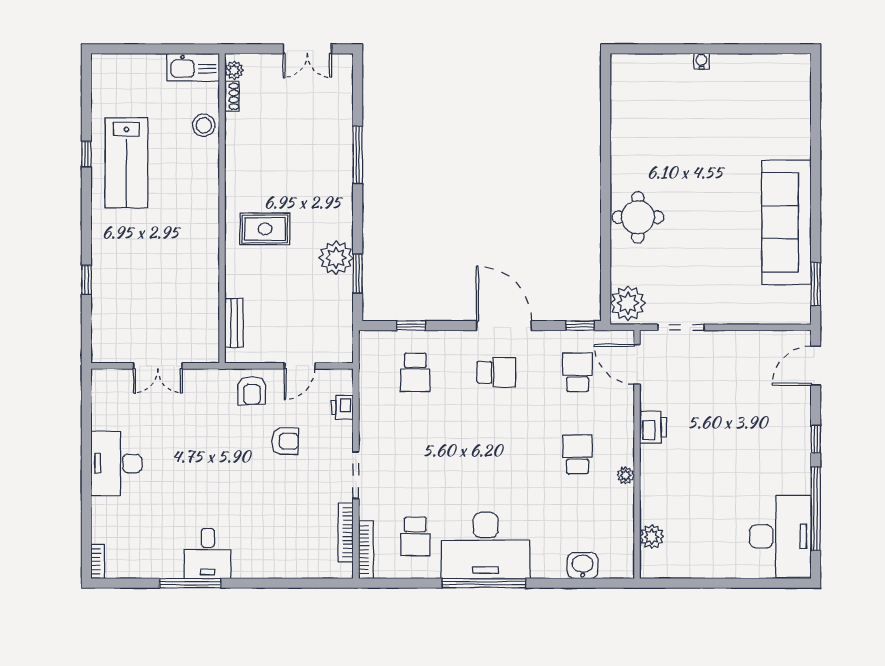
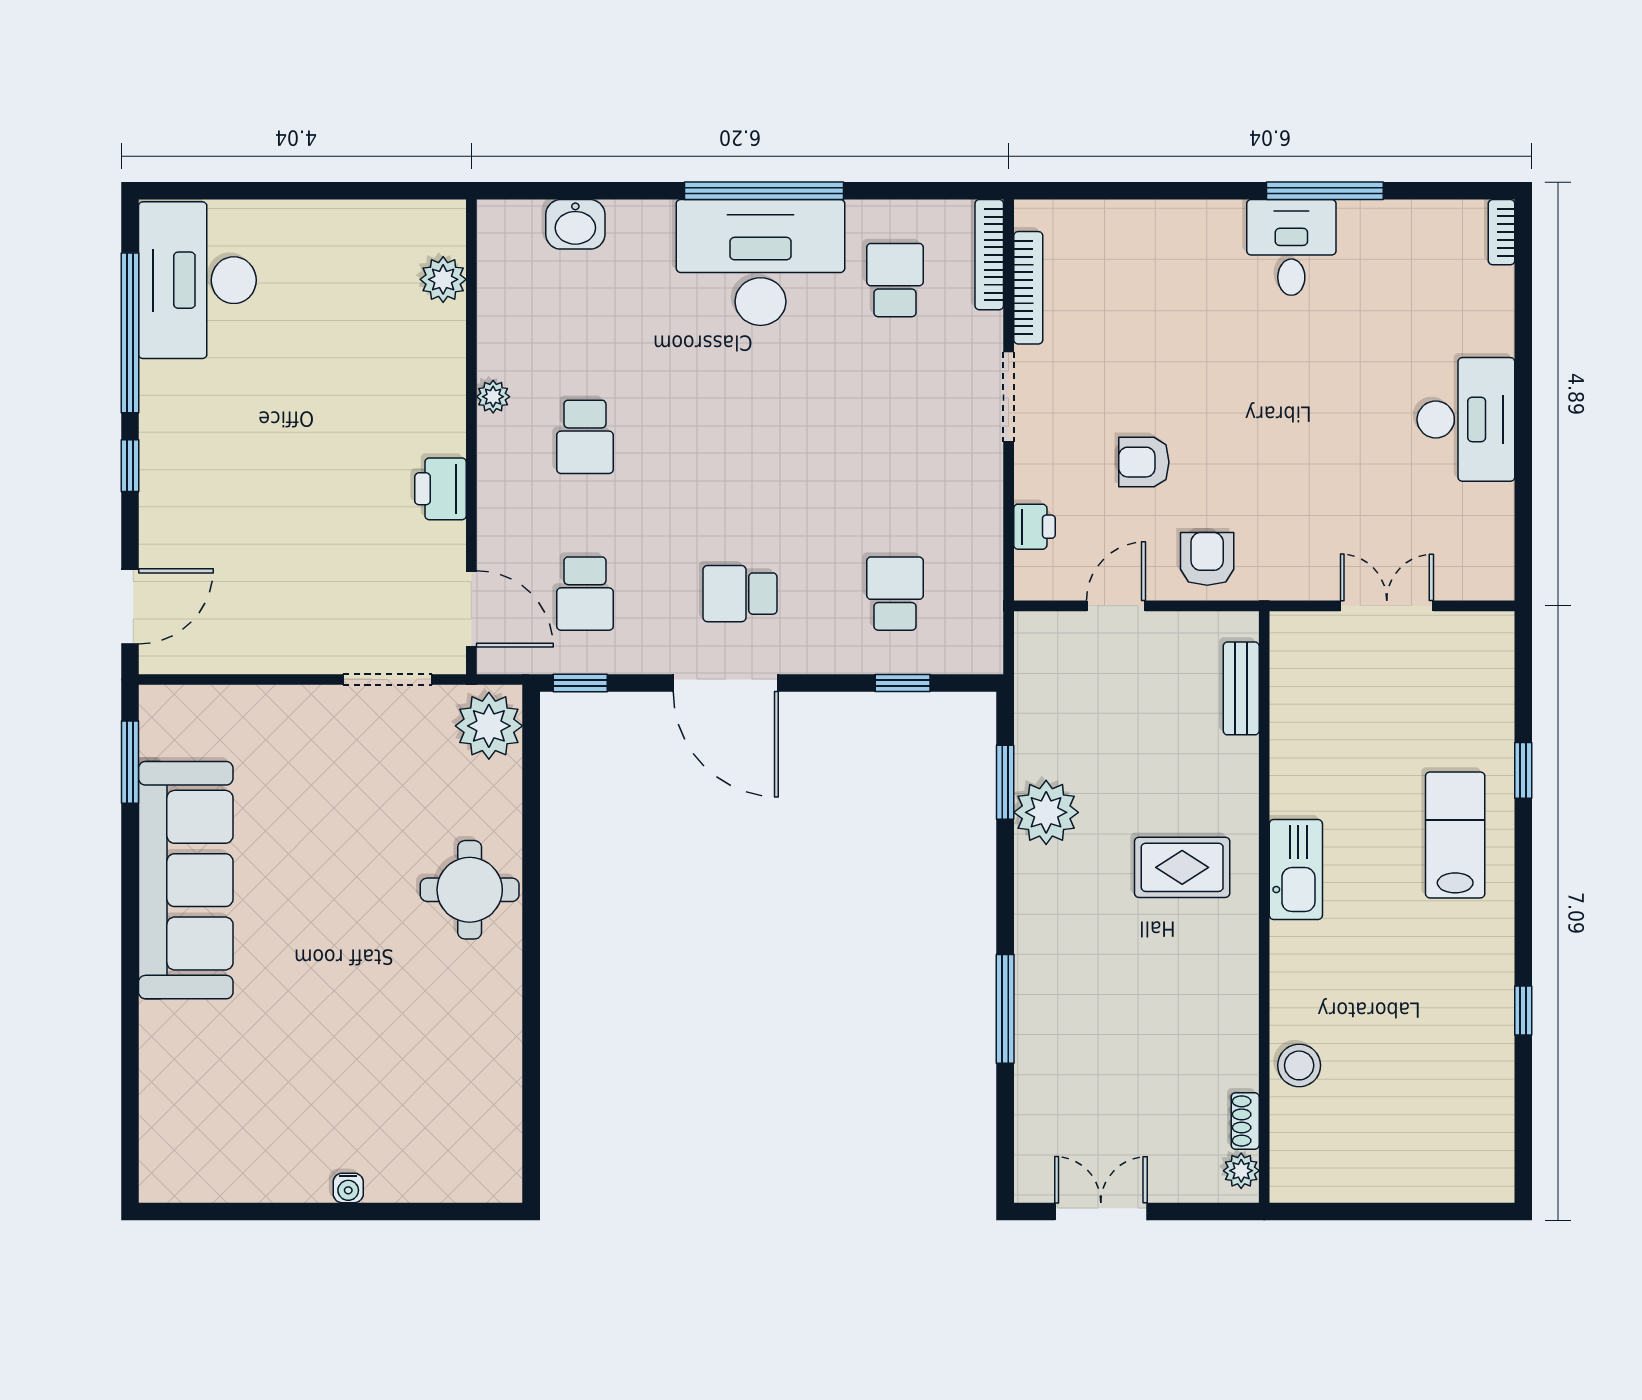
kitchen sink: (193, 67) -> (1296, 869), moved, turned 90
lab bench: (126, 163) -> (1455, 835), moved, width x0.73, depth x0.72

